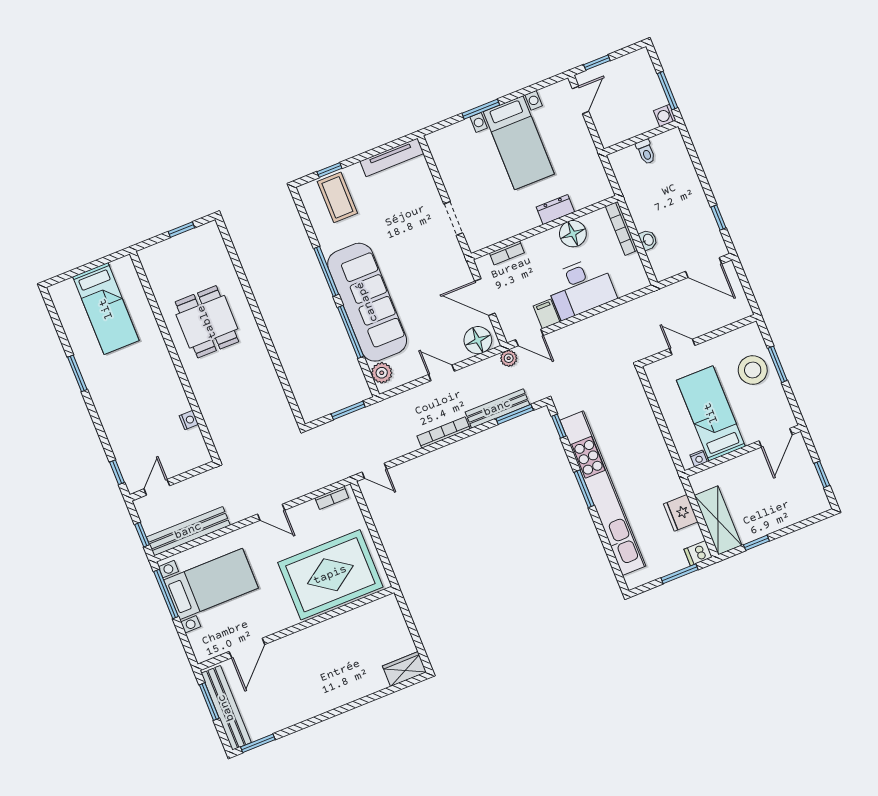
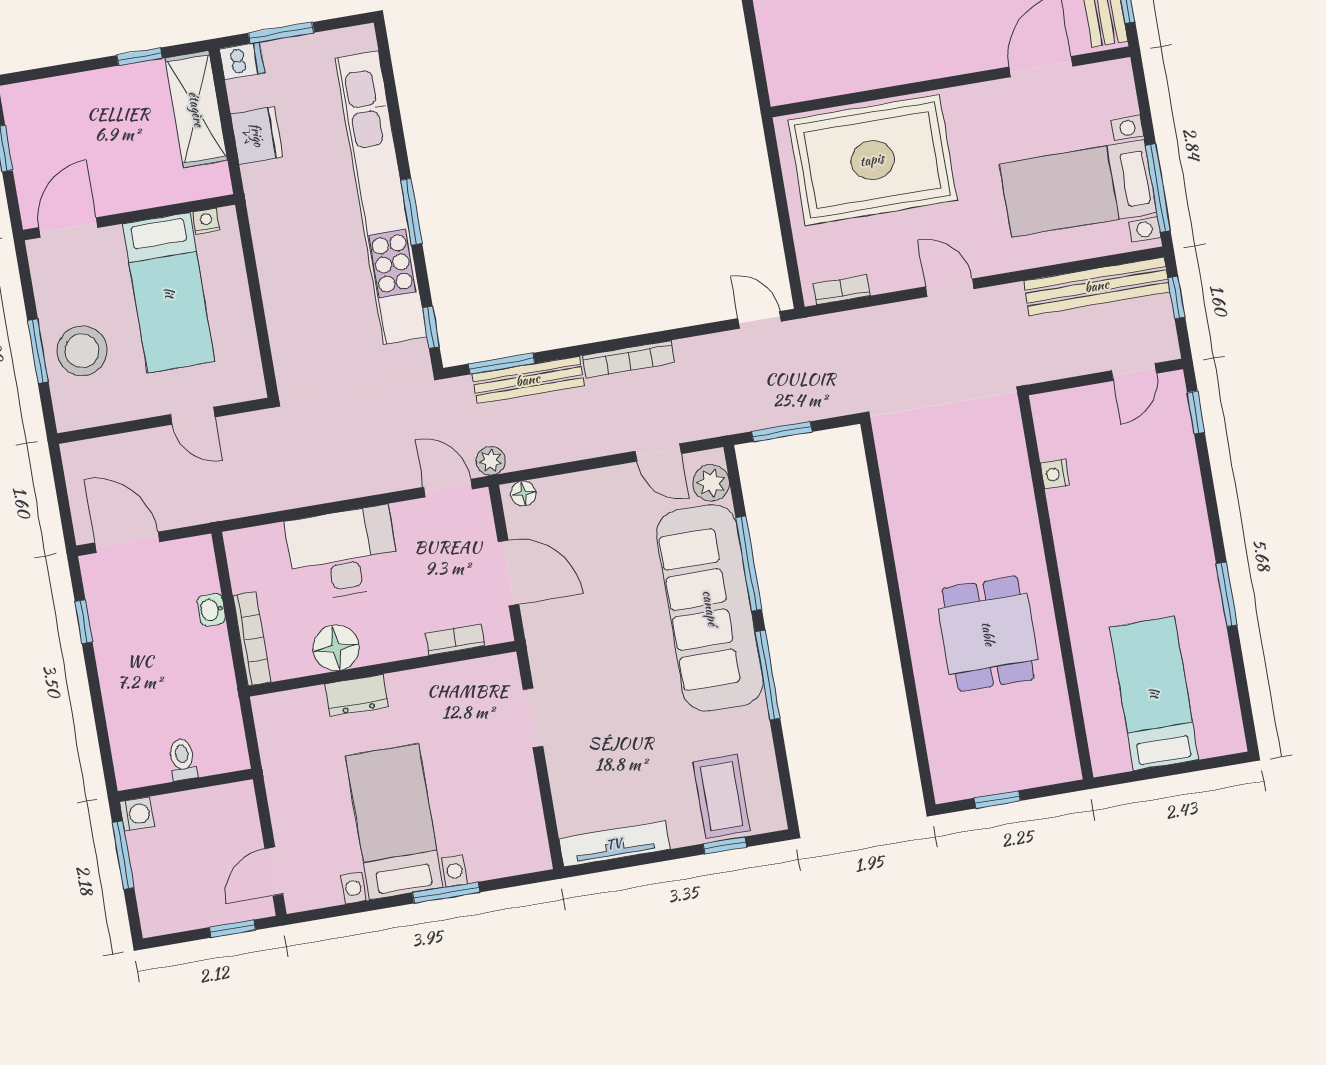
filing cabinet: (547, 314) -> (410, 522), removed
floor lamp: (478, 340) -> (523, 494), width x0.53, depth x0.53
door: (441, 373) -> (658, 453), moved

